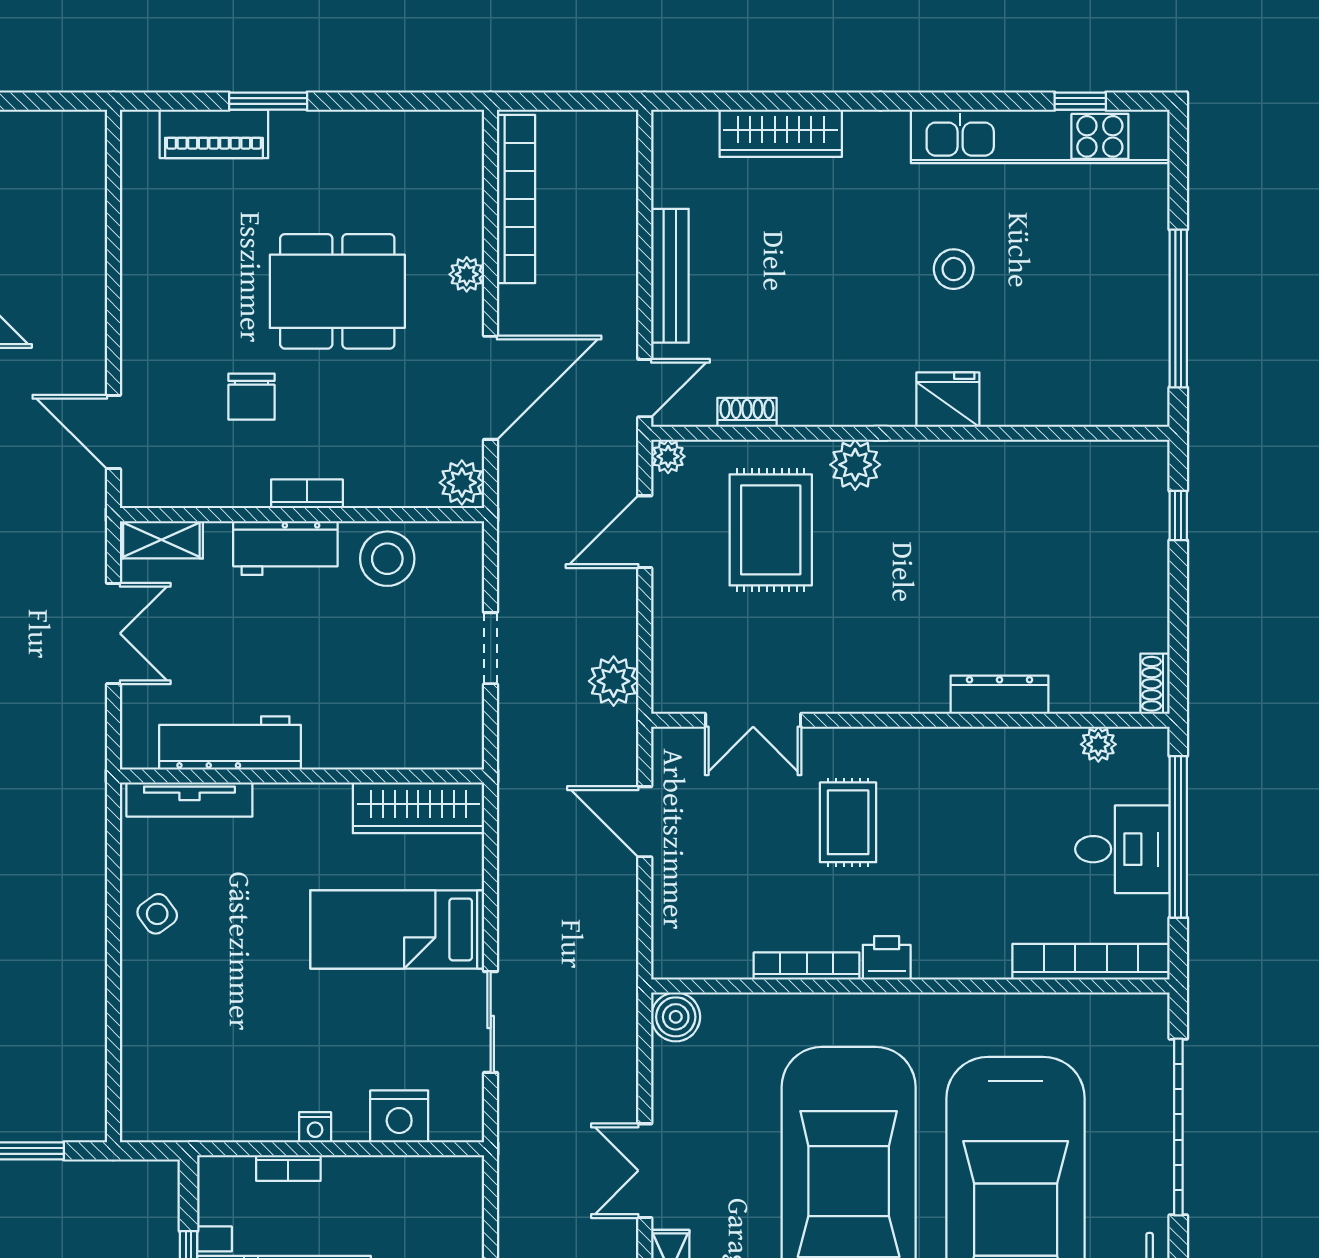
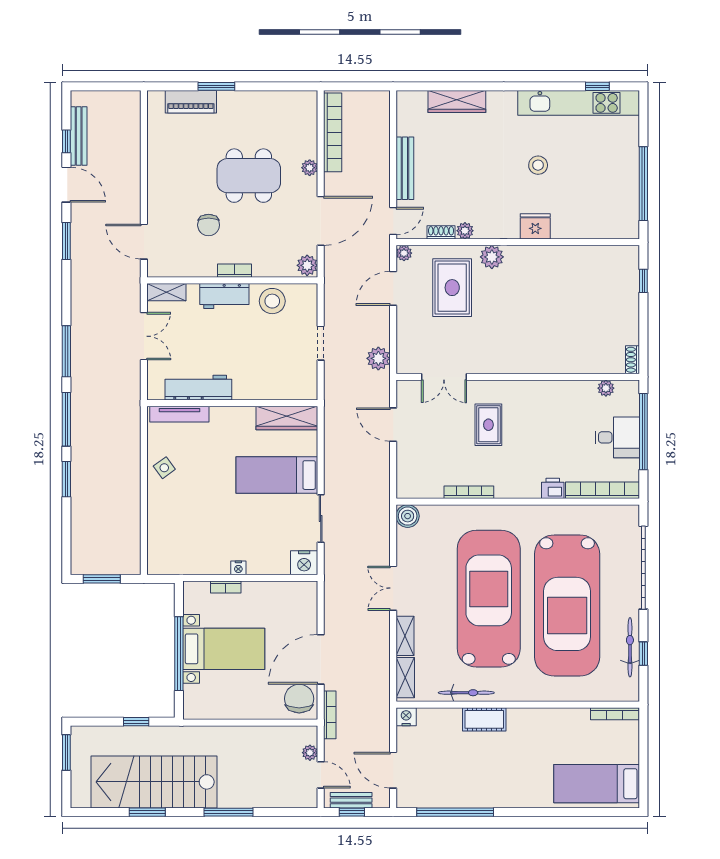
plant: (798, 409) -> (465, 231), added
dresser: (1000, 695) -> (560, 365), removed
printer: (887, 958) -> (553, 488), moved
nightstand: (399, 1116) -> (304, 563), moved

